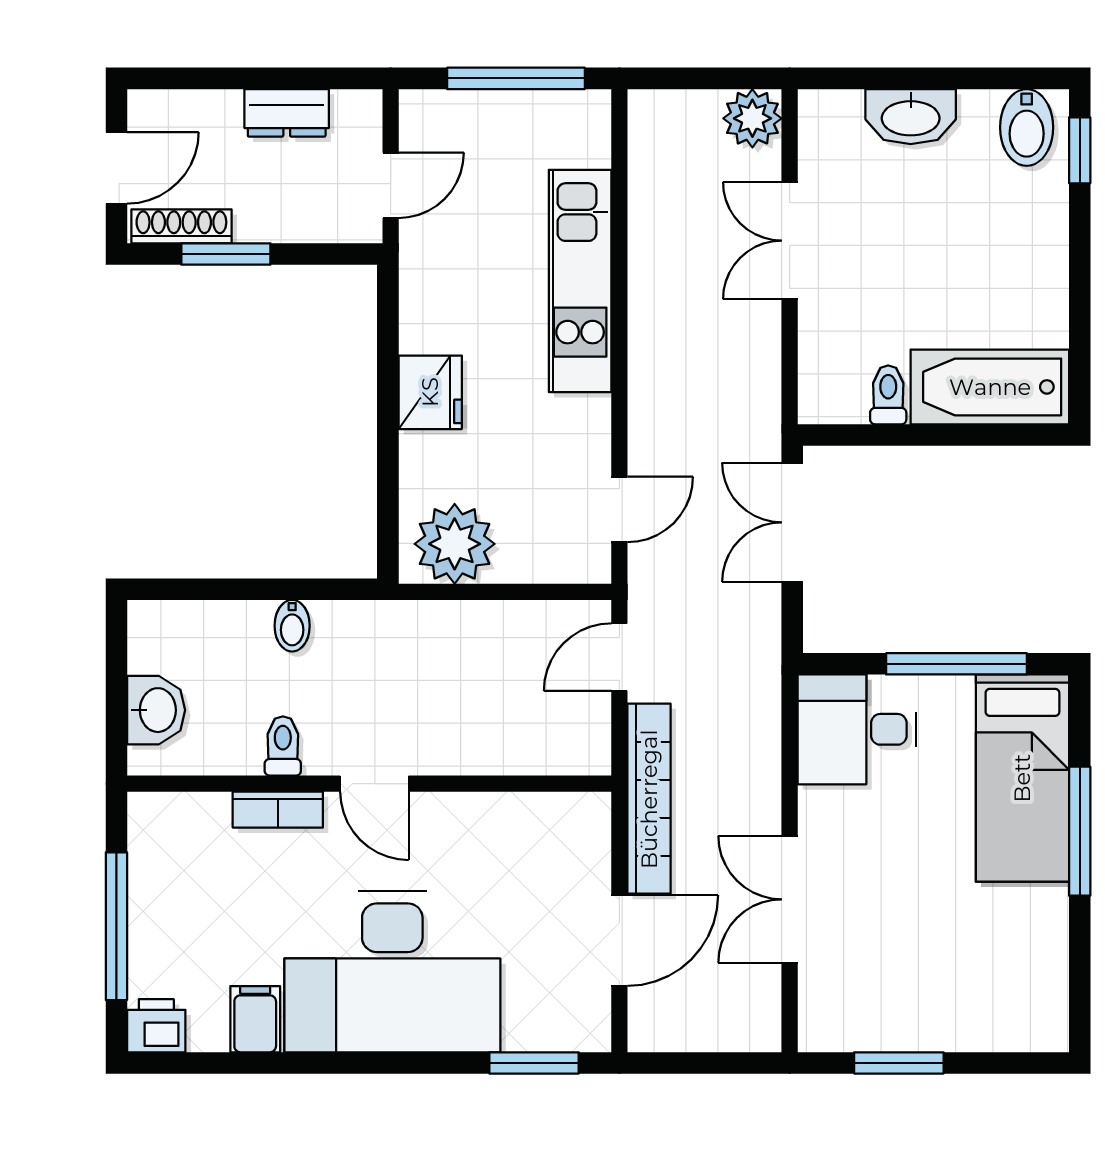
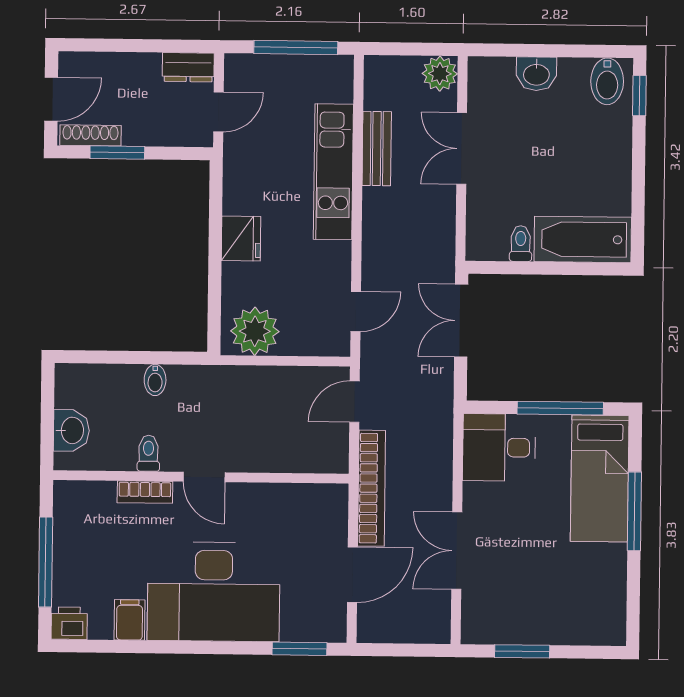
dresser: (287, 113) -> (188, 67), moved
washbasin: (911, 117) -> (536, 74), width x0.72
bench: (651, 242) -> (377, 149), added

